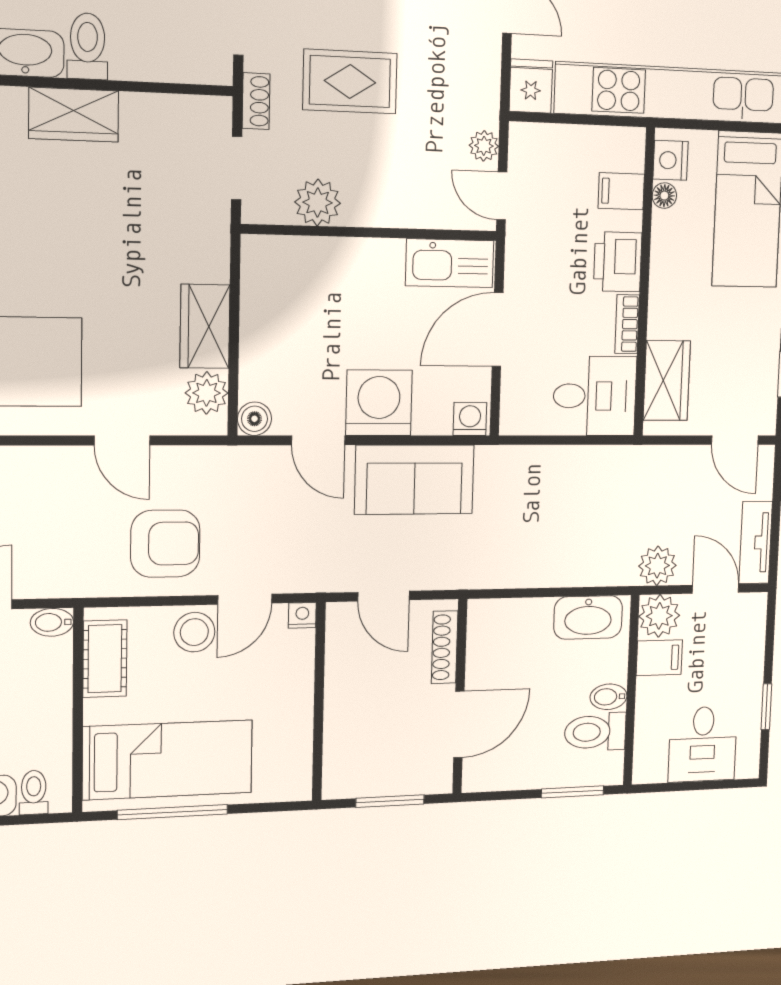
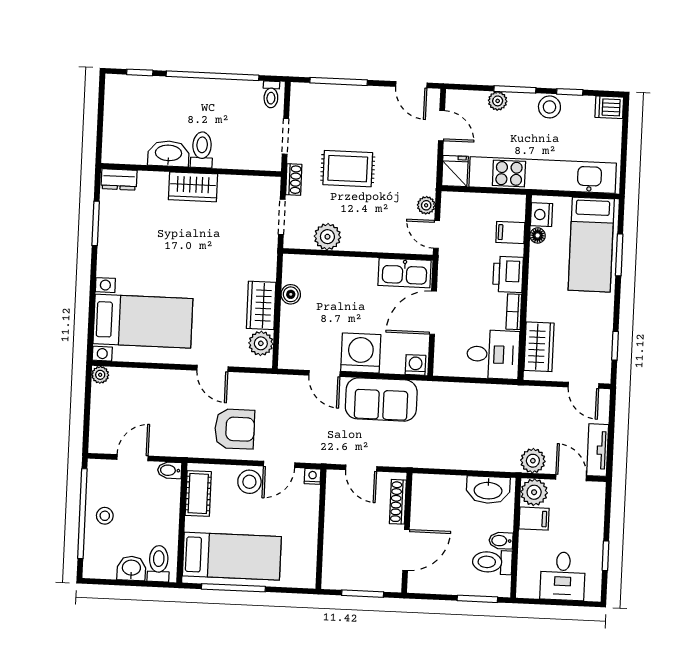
boiler: (254, 419) -> (291, 294), moved
toilet: (34, 792) -> (159, 564), width x1.37, depth x1.39

